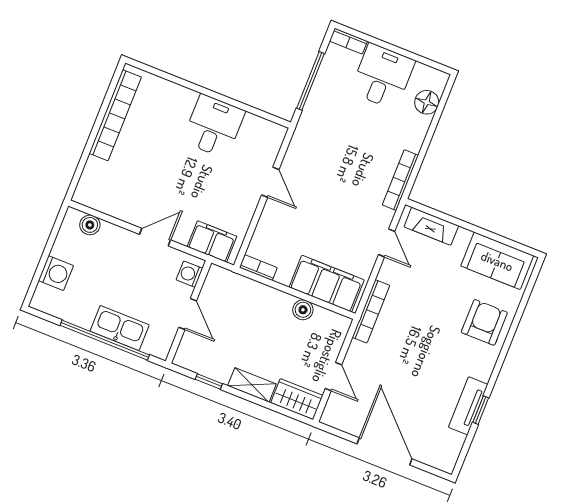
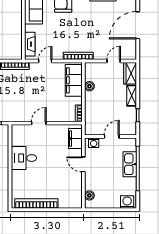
washing machine: (56, 273) -> (127, 202), moved

